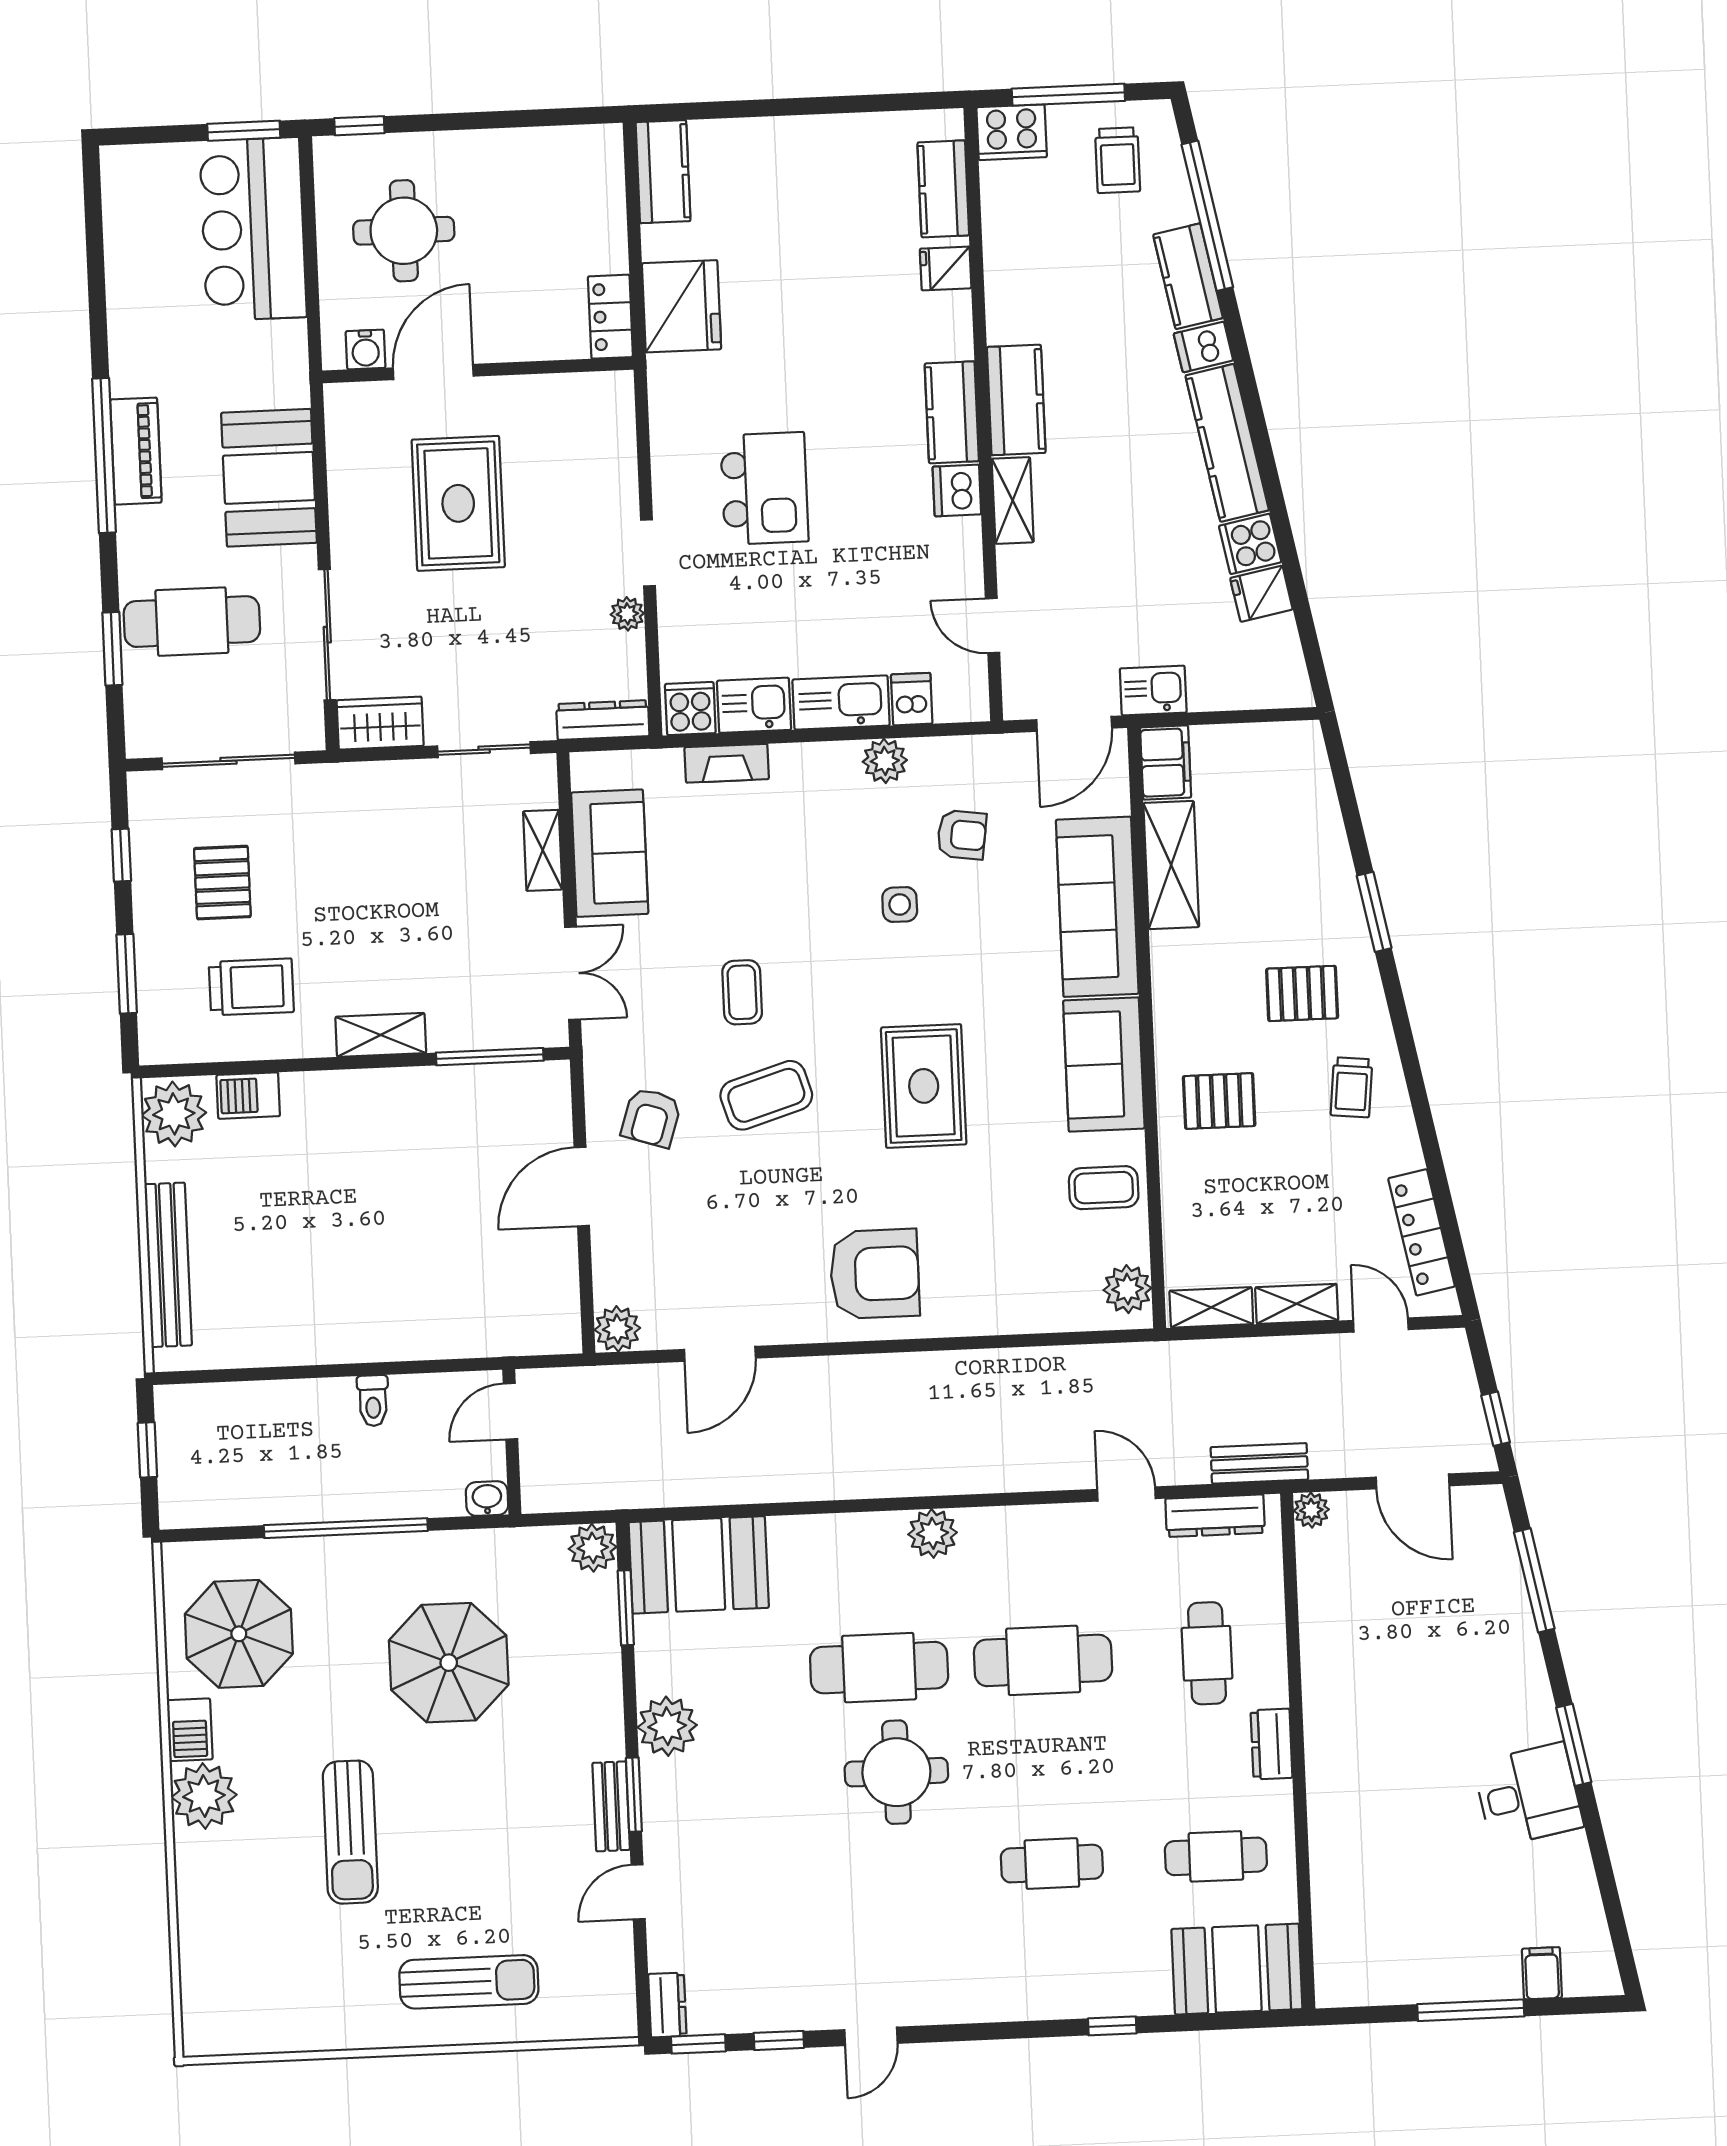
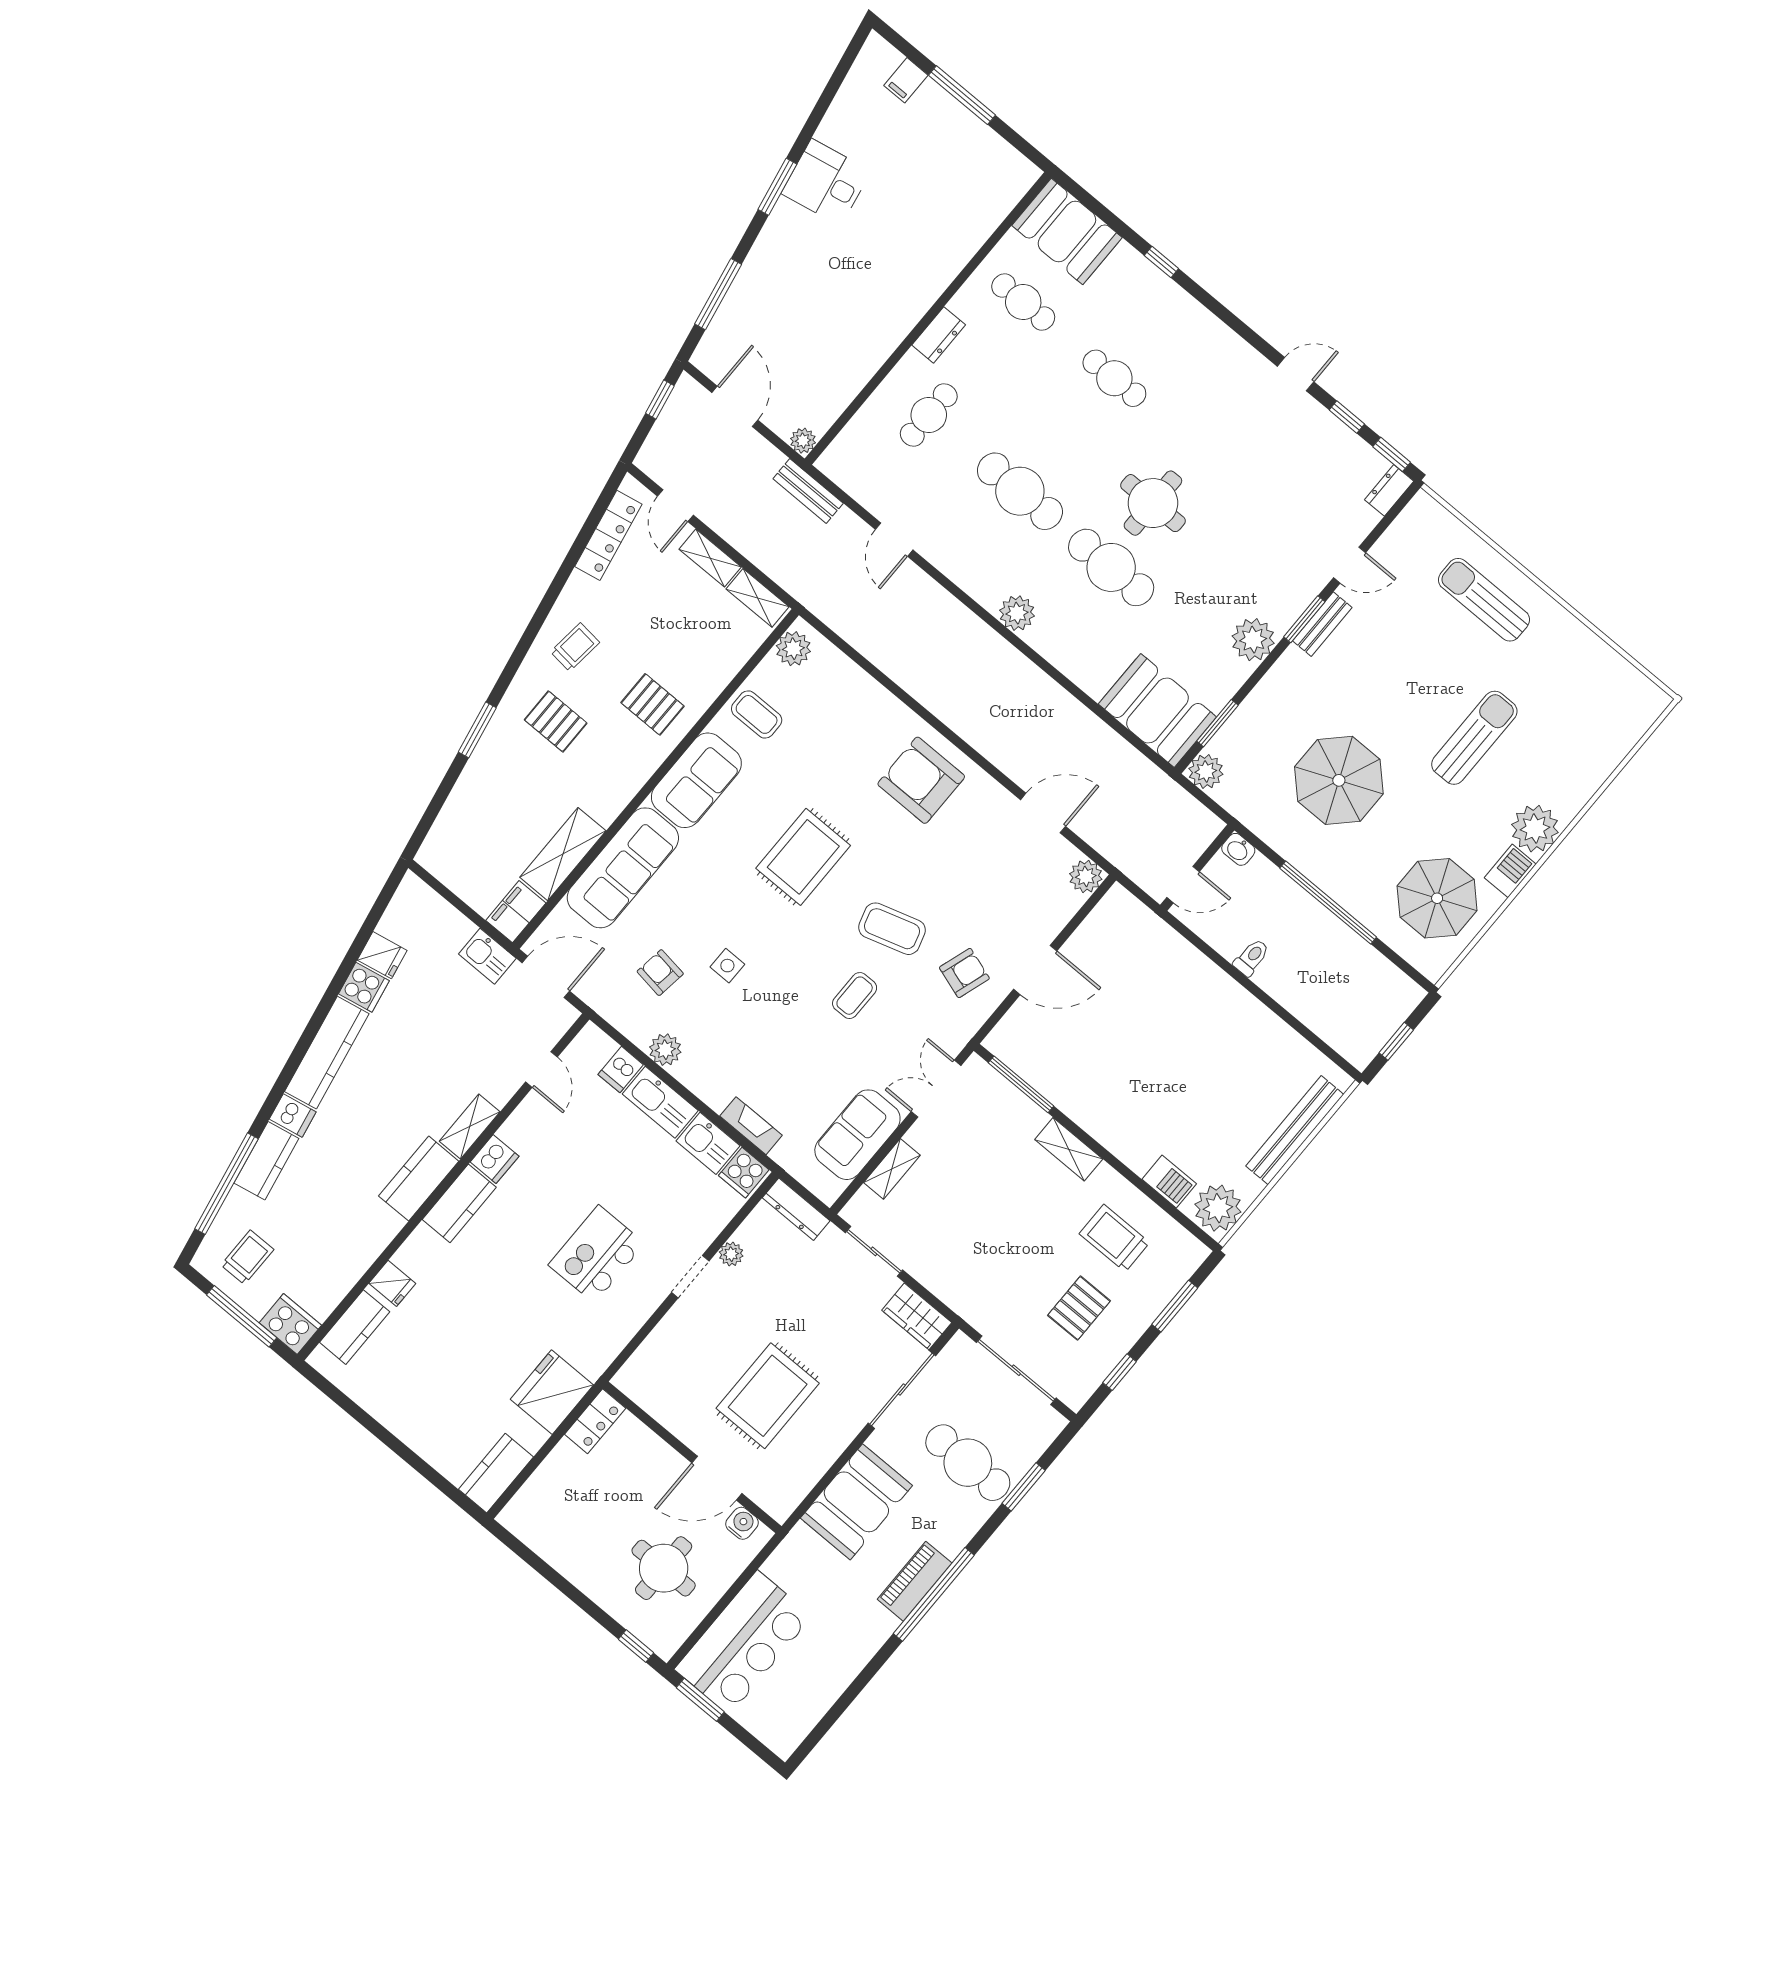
dresser: (1215, 1516) -> (857, 485), removed

